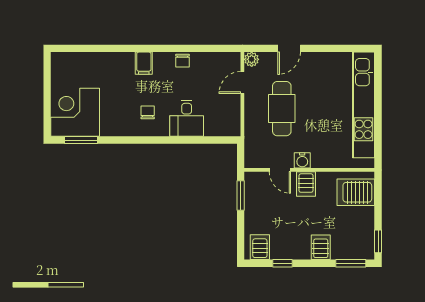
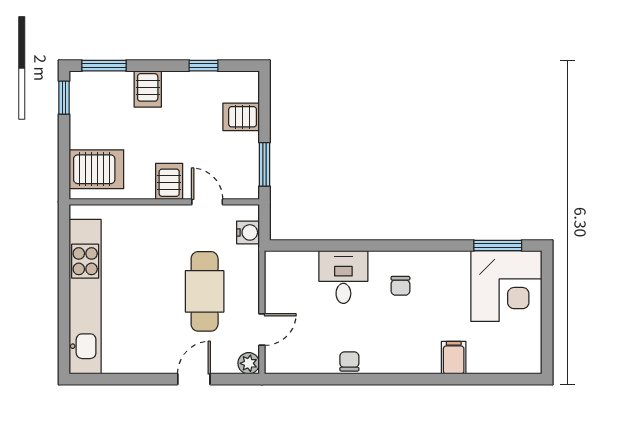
filing cabinet: (144, 63) -> (454, 358), moved
water cooler: (302, 160) -> (248, 232), moved, turned 90
server rack: (260, 247) -> (241, 117), moved, turned 90

